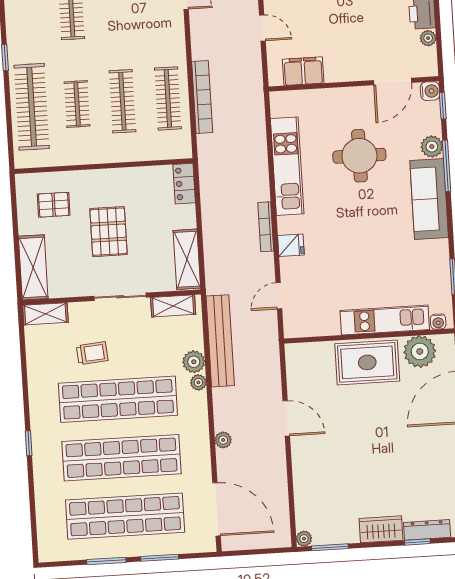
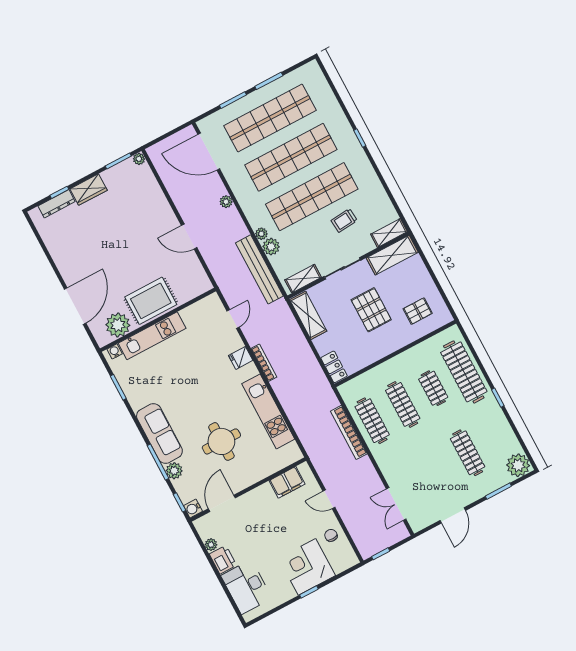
shelving: (33, 267) -> (392, 255), moved, turned 90

